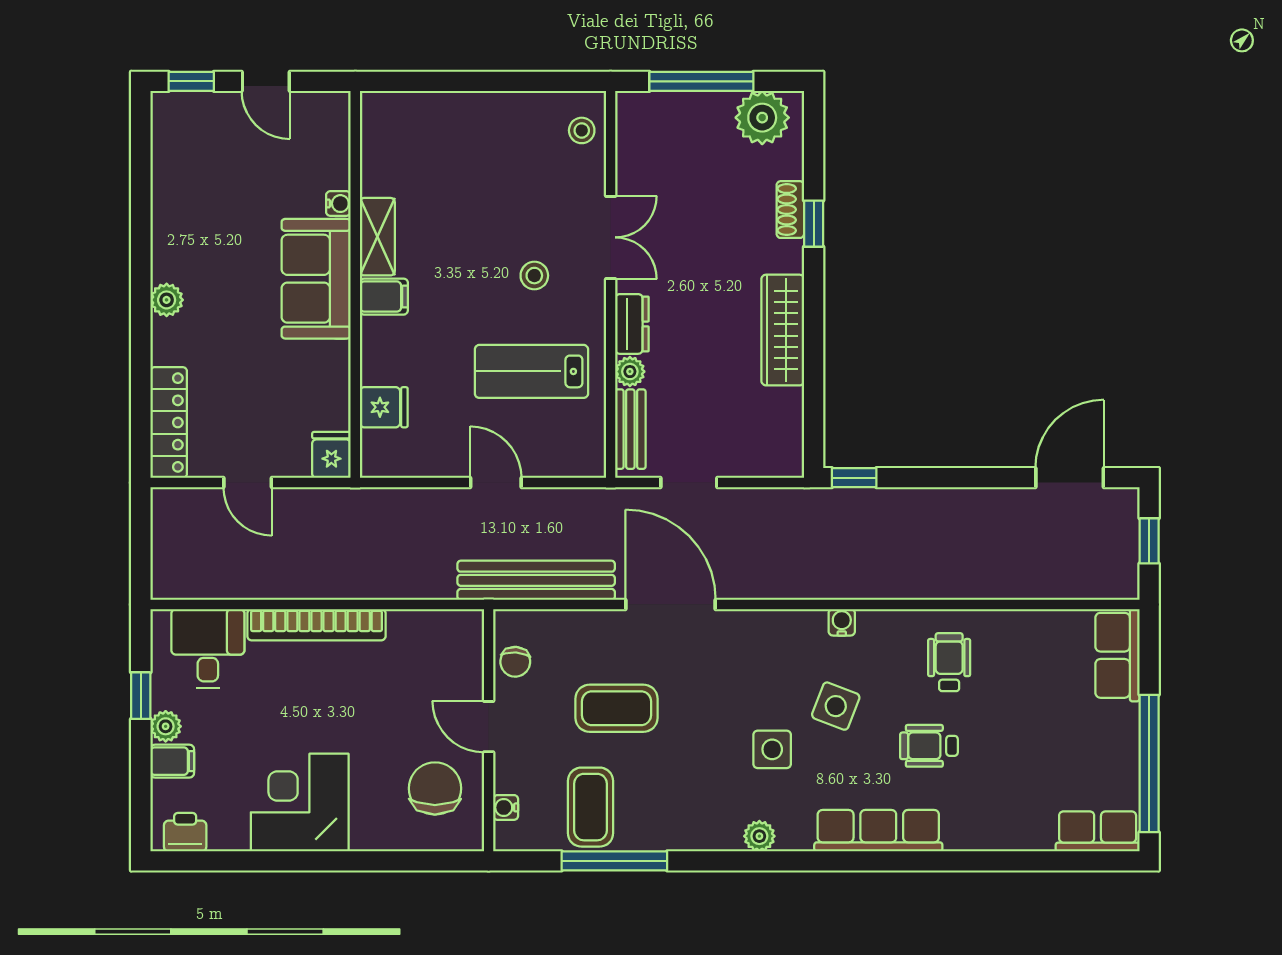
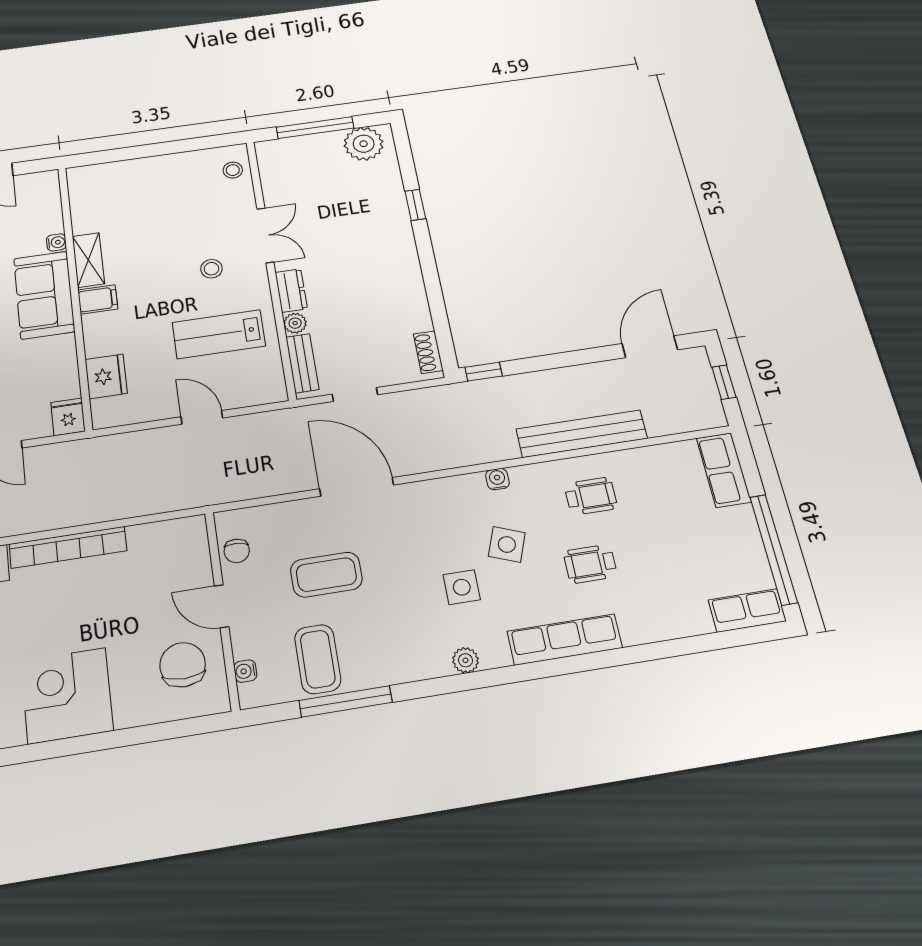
shoe rack: (790, 210) -> (428, 352), moved
wardrobe: (783, 330) -> (407, 278), removed
fridge: (384, 407) -> (106, 376), width x1.38
bench: (536, 580) -> (582, 434), moved
wheelchair: (949, 662) -> (591, 496), turned 90

